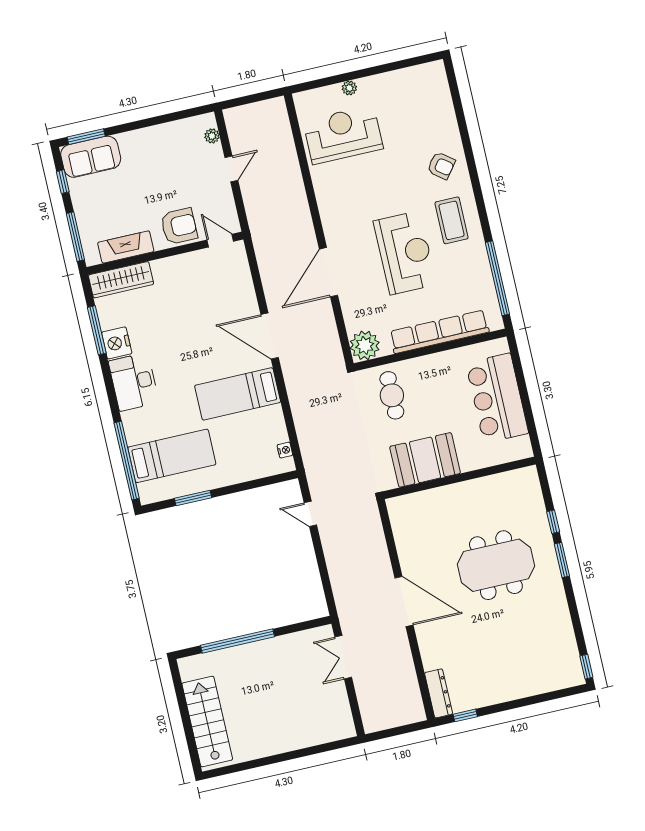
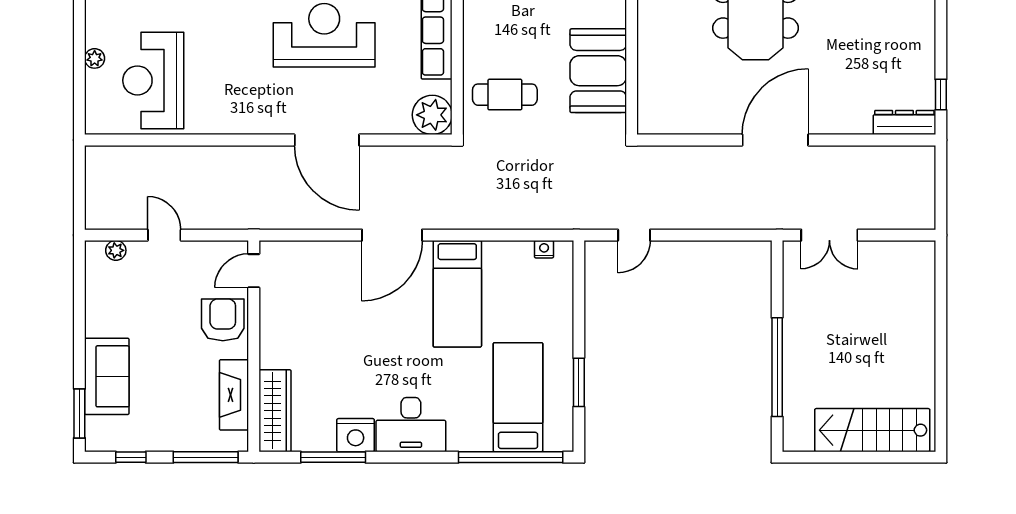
sofa: (91, 157) -> (107, 376), moved

